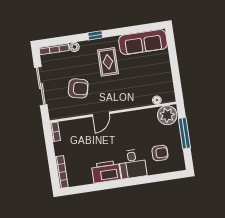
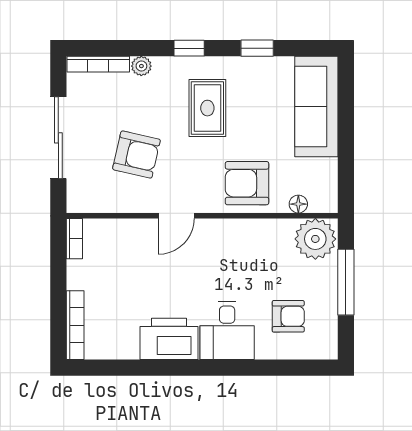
window: (127, 31) -> (257, 48), added
sofa: (143, 42) -> (316, 107), moved, turned 90
armchair: (132, 94) -> (247, 183), added

